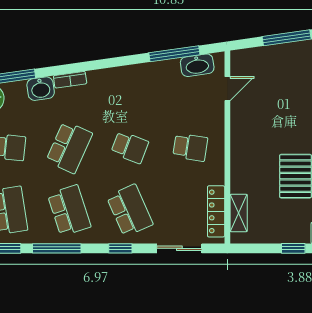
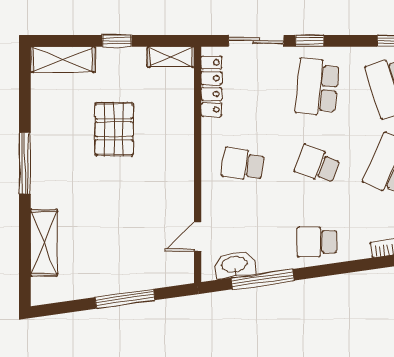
school desk: (130, 84) -> (317, 242), added
school desk: (130, 210) -> (317, 87), turned 30
shelving: (239, 213) -> (171, 57), moved, turned 90
window: (120, 248) -> (310, 41), moved

